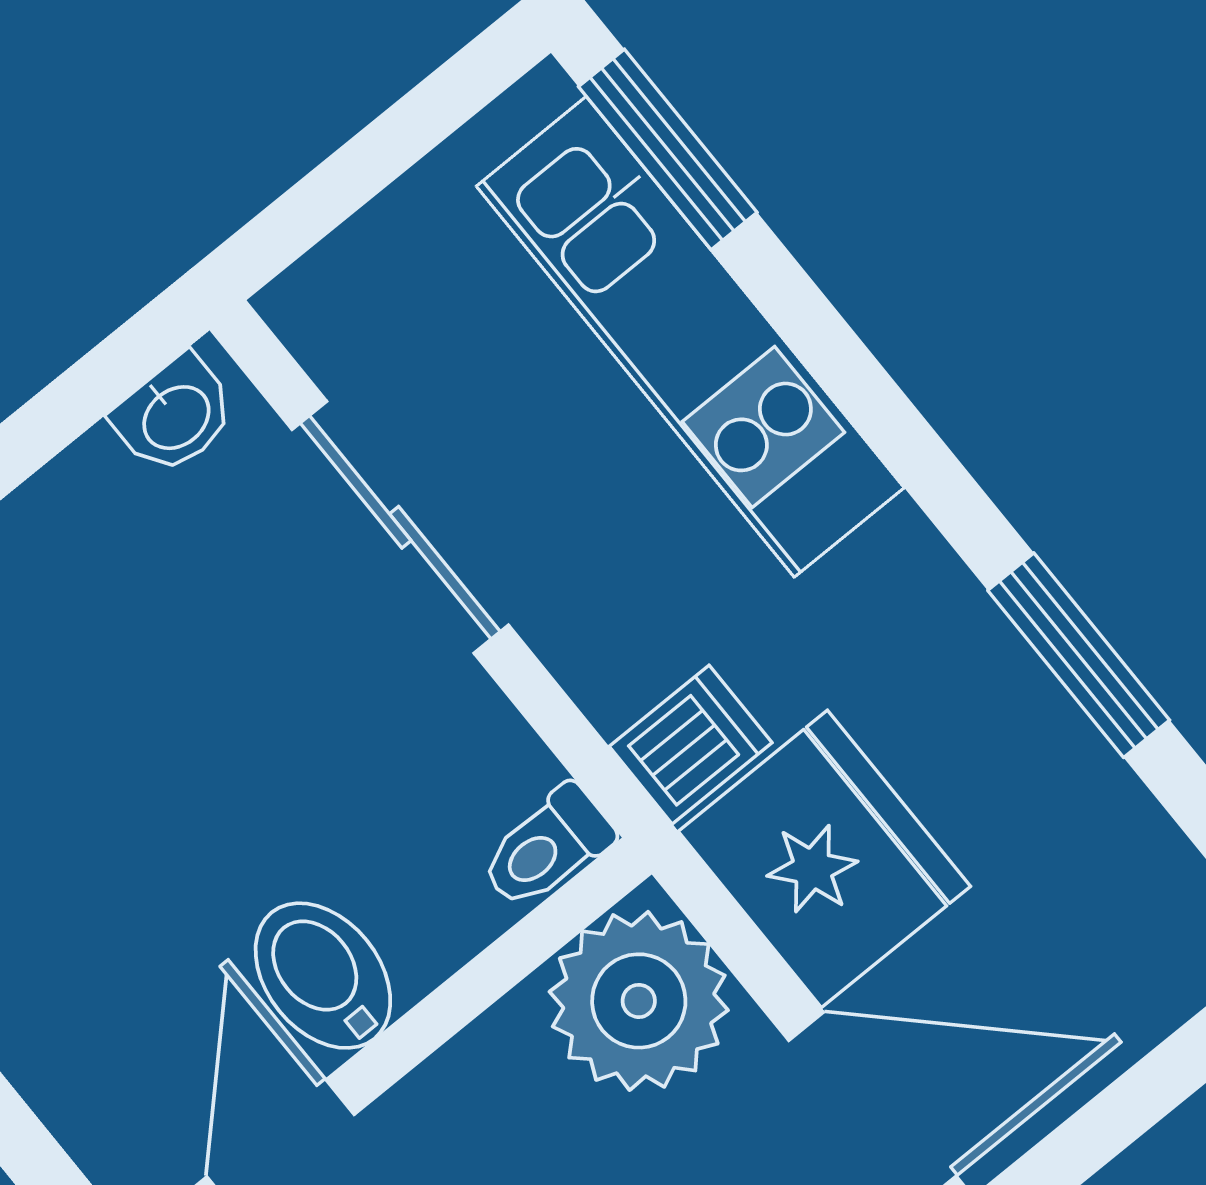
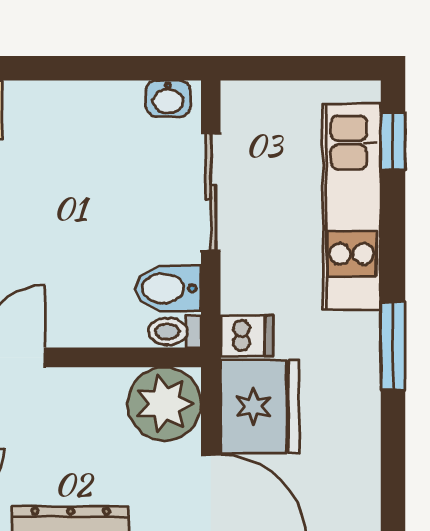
window: (668, 149) -> (393, 141), width x0.67
window: (1079, 655) -> (393, 346), moved
bidet: (323, 976) -> (168, 288), moved, turned -90

